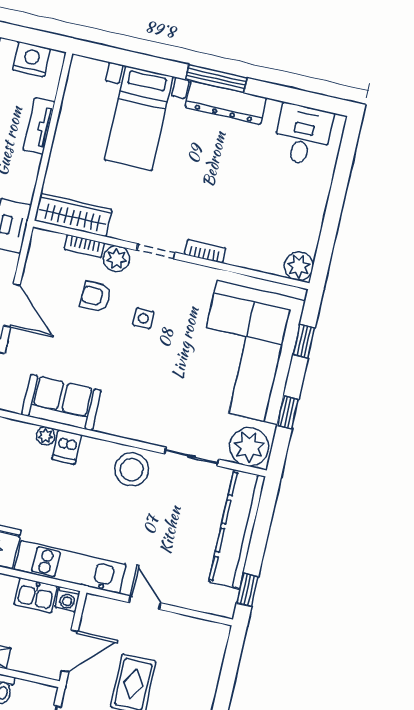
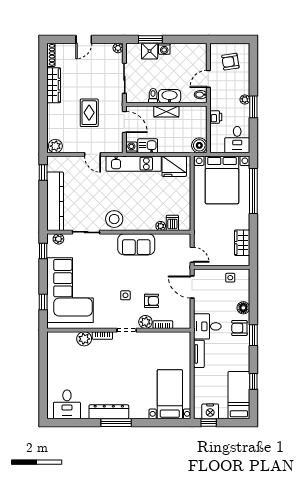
window: (39, 38) -> (209, 423), added
bed with nightstands: (139, 118) -> (170, 394), moved
tv unit: (39, 126) -> (199, 354), moved
wardrobe: (73, 215) -> (172, 339), removed
plant: (299, 266) -> (84, 339), moved
sofa: (61, 402) -> (136, 244), moved
window: (288, 412) -> (43, 251), moved
dishwasher: (67, 447) -> (172, 223), moved
plant: (249, 447) -> (58, 239), width x0.53, depth x0.53
plant: (213, 635) -> (55, 146), added
door: (70, 651) -> (124, 122), swing flipped

